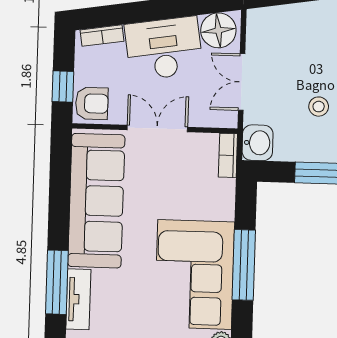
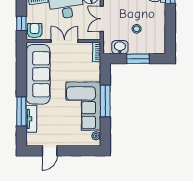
armchair: (92, 103) -> (35, 31), turned -90
washbasin: (258, 143) -> (120, 47), moved, turned -90

